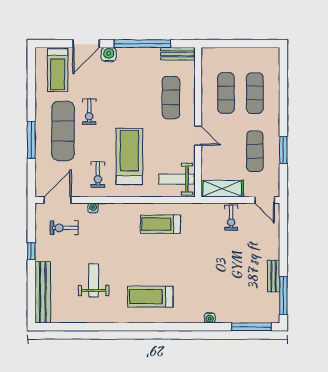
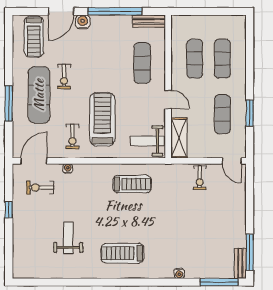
shelving: (222, 189) -> (179, 138), moved, turned 90
treadmill: (160, 224) -> (132, 184), turned 180
bench: (274, 276) -> (240, 263), moved
bench: (43, 292) -> (20, 249), removed

